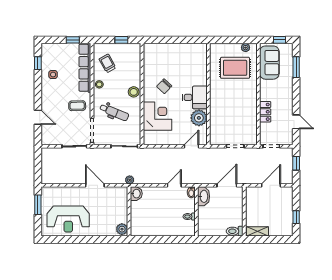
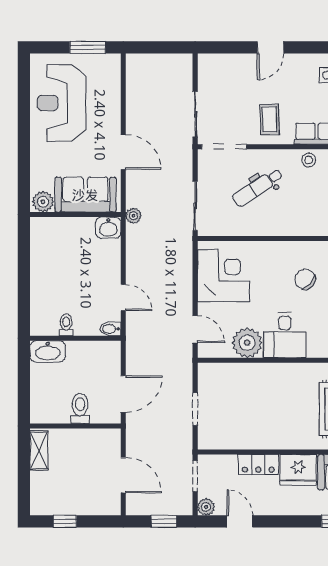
fridge: (268, 90) -> (298, 470), added
stool: (134, 92) -> (295, 223), removed
dental chair: (114, 112) -> (257, 187), turned 35
corner desk: (158, 116) -> (224, 276), moved, turned -90
door: (38, 117) -> (270, 47), moved
door: (296, 122) -> (240, 521), swing flipped
plant: (288, 140) -> (206, 507), added
door: (95, 185) -> (123, 152), hinge flipped
door: (227, 185) -> (123, 394), hinge flipped
washbasin: (204, 196) -> (48, 351), moved
sofa: (118, 206) -> (85, 195), added
toilet: (235, 231) -> (80, 408), moved

